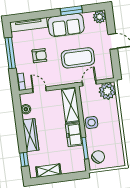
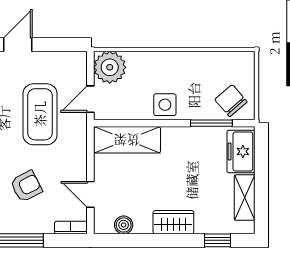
armchair: (39, 56) -> (26, 186), turned 63
door: (89, 83) -> (90, 99), hinge flipped
door: (39, 90) -> (90, 194), hinge flipped
wardrobe: (31, 135) -> (173, 222), width x0.67
freezer: (74, 135) -> (241, 151), moved, turned 90

